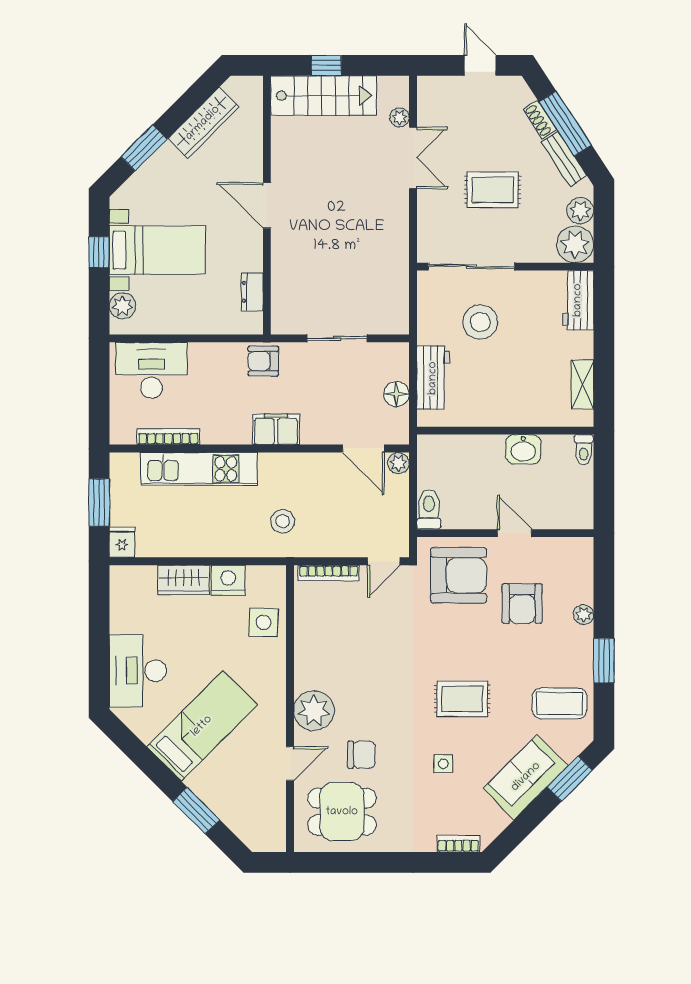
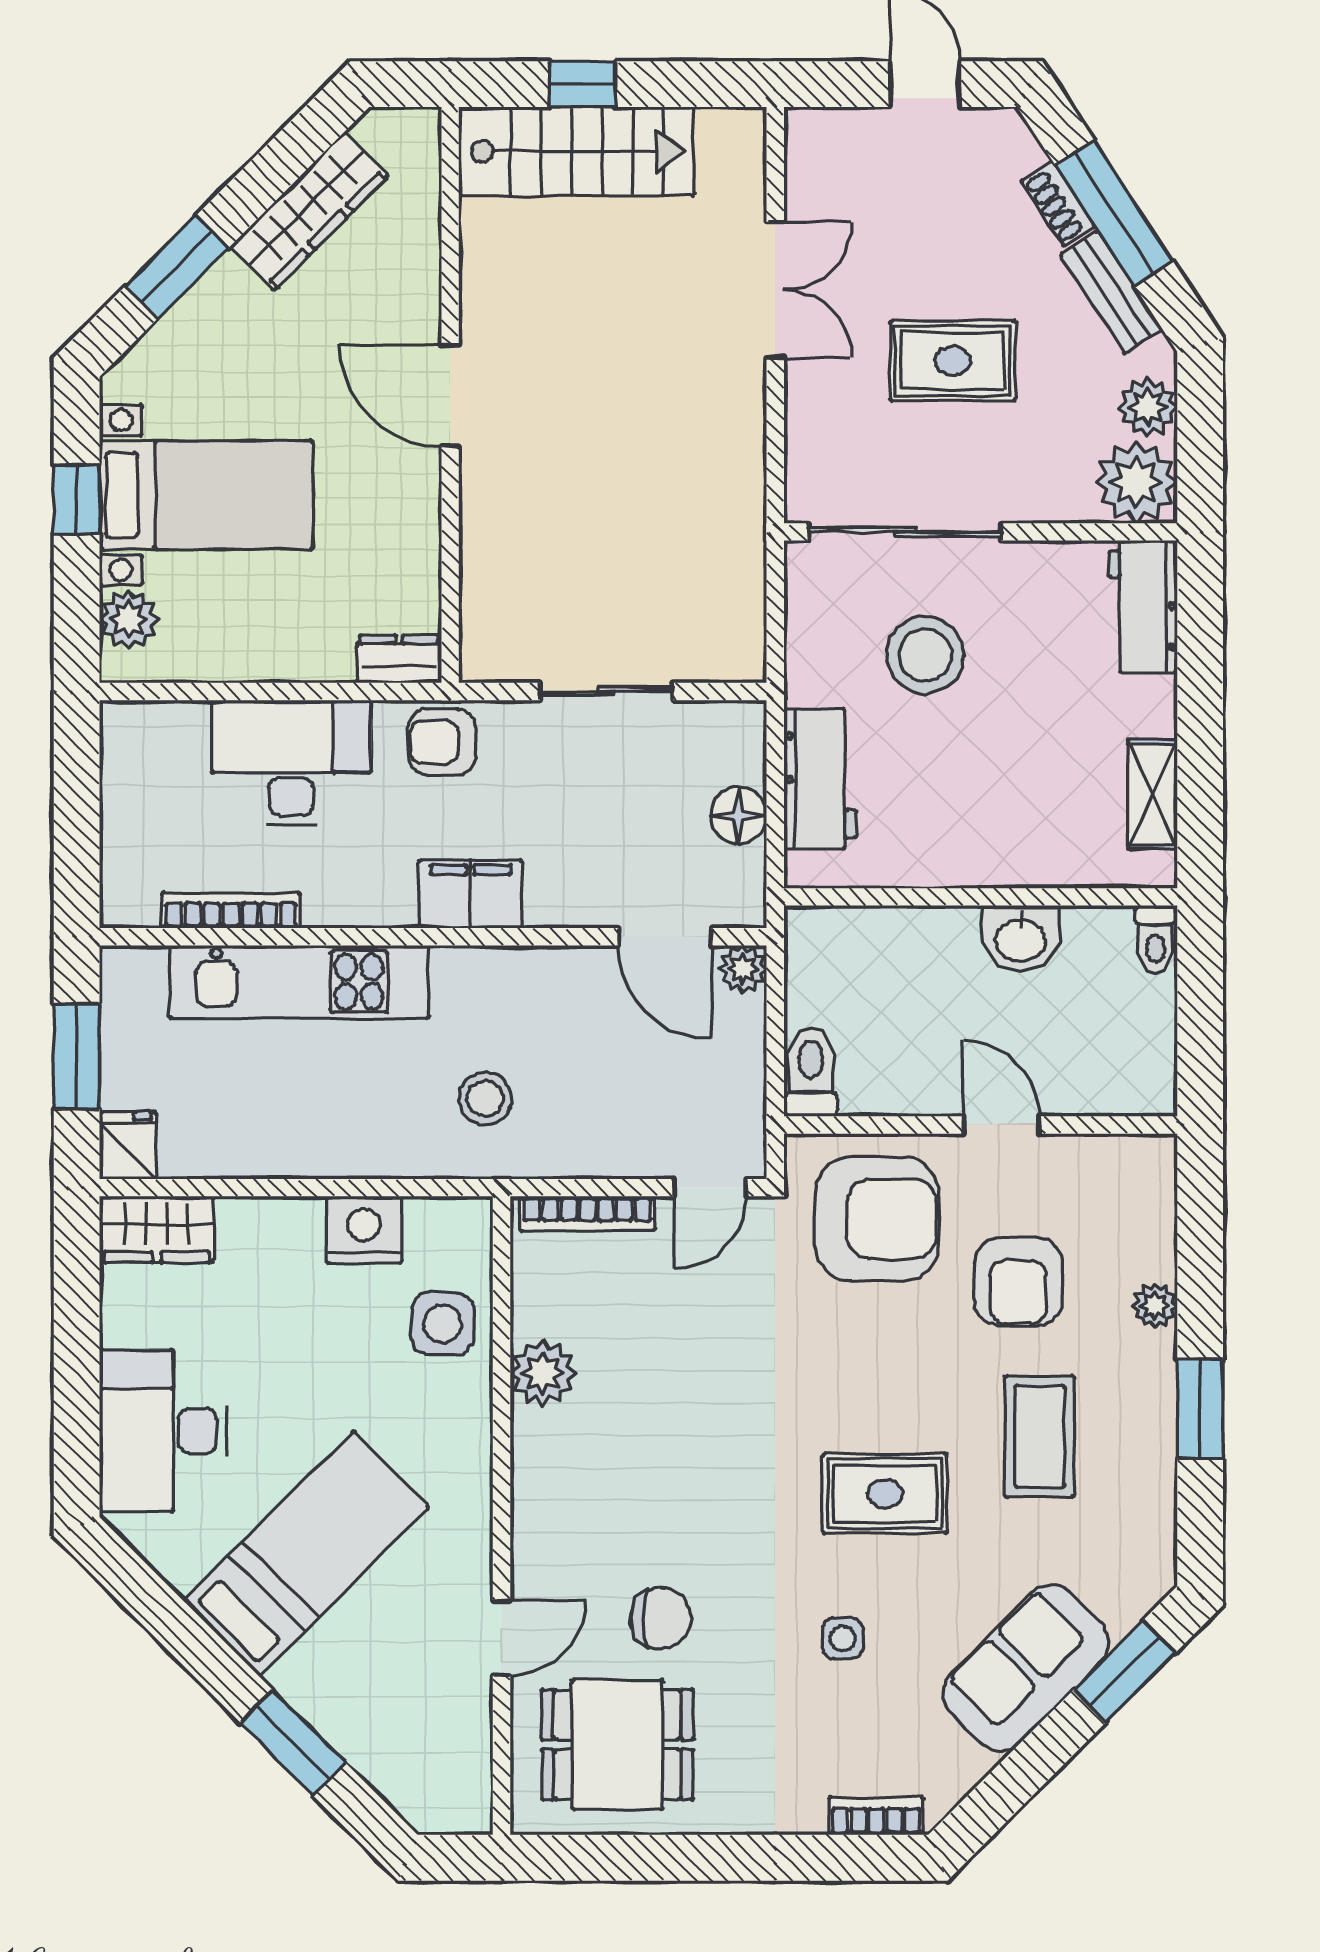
plant: (399, 118) -> (745, 200), removed
dresser: (252, 292) -> (399, 659), moved, turned 90
desk: (151, 370) -> (291, 763), moved
wardrobe: (184, 580) -> (156, 1229), moved
coffee table: (559, 703) -> (1040, 1436), moved, turned 90
plant: (314, 711) -> (543, 1373), moved, width x0.73, depth x0.73

